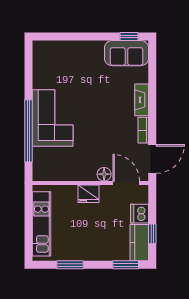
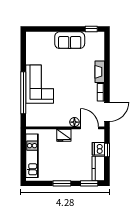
sofa: (126, 53) -> (70, 40), moved
window: (152, 234) -> (107, 150), moved
window: (70, 265) -> (62, 183), moved

